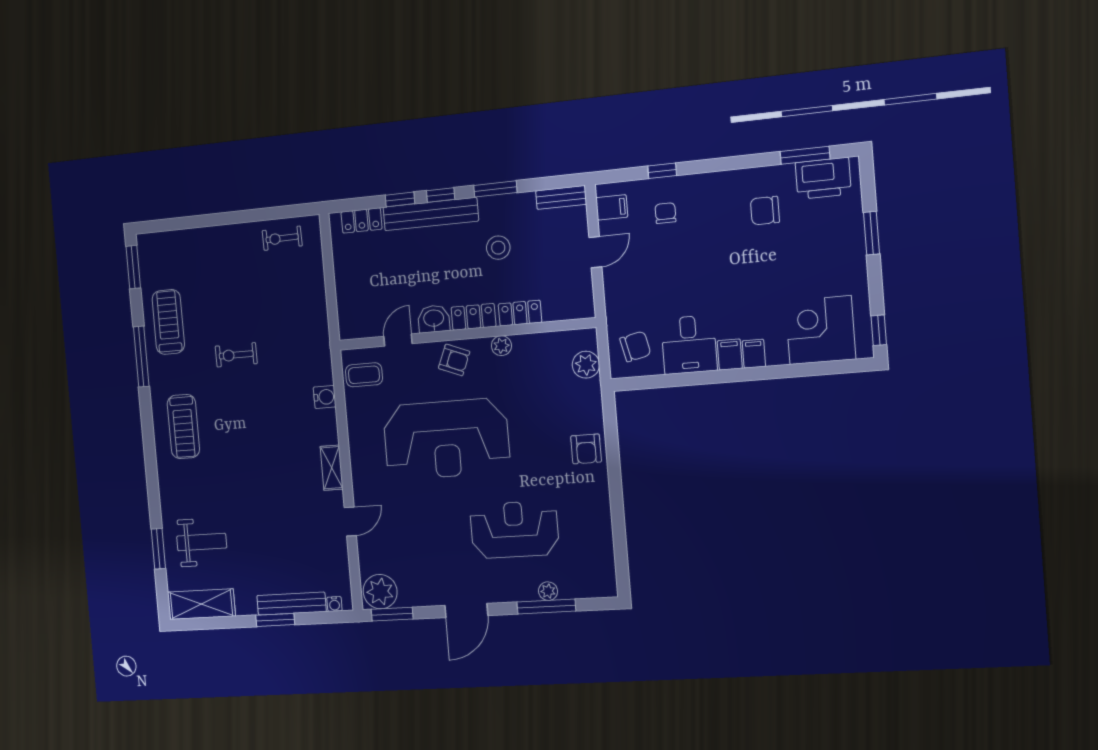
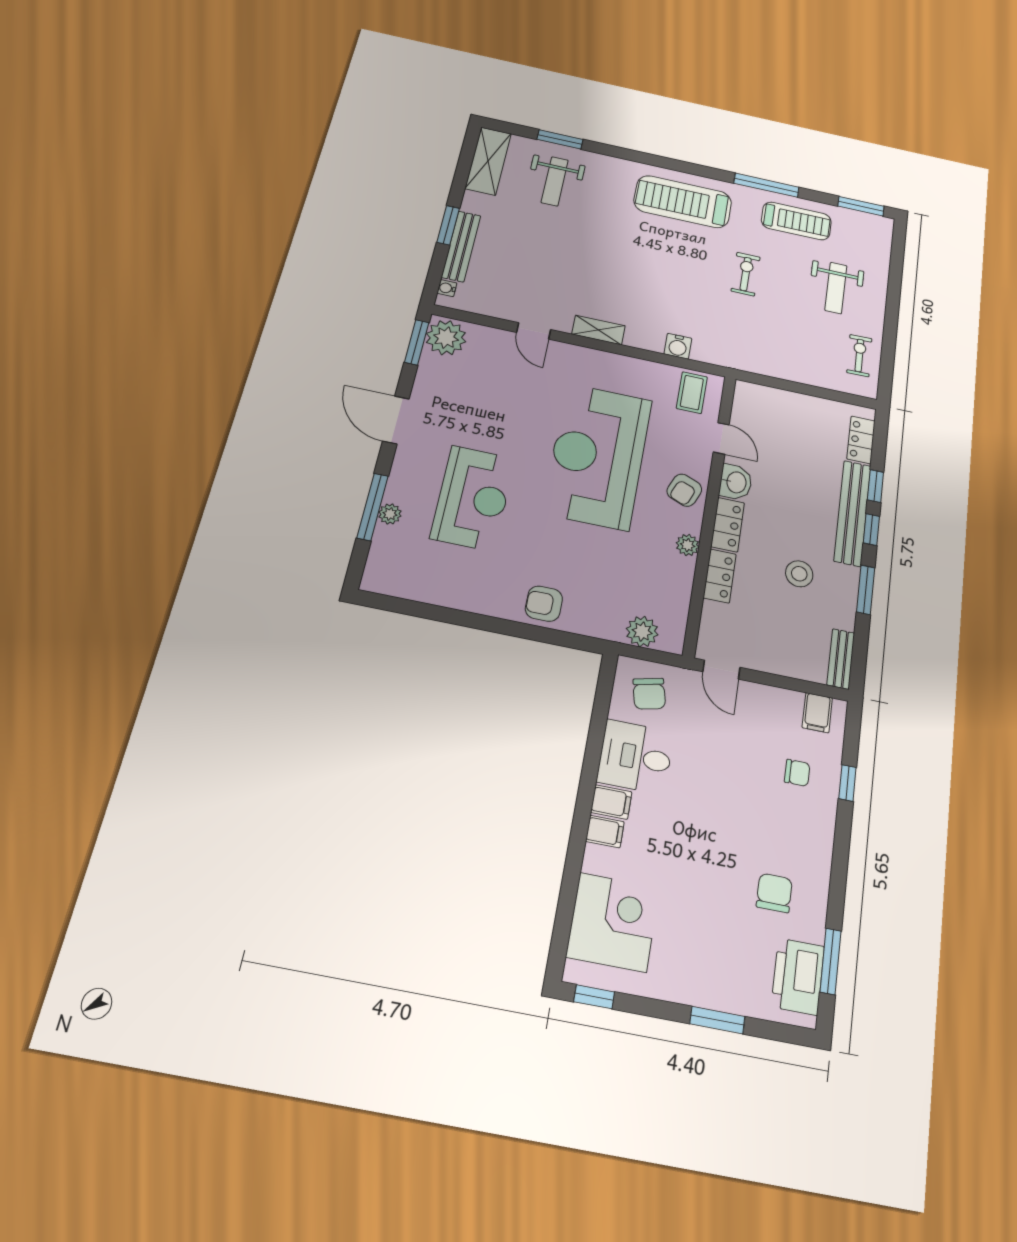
door: (595, 252) -> (721, 670), moved
weight bench: (223, 273) -> (836, 288), added
treadmill: (183, 426) -> (683, 202), width x1.37, depth x1.38

